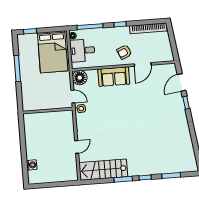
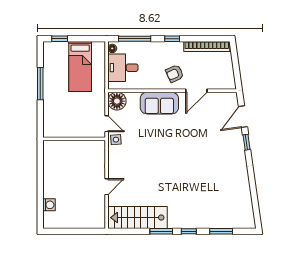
bed: (53, 52) -> (80, 66), width x0.67

